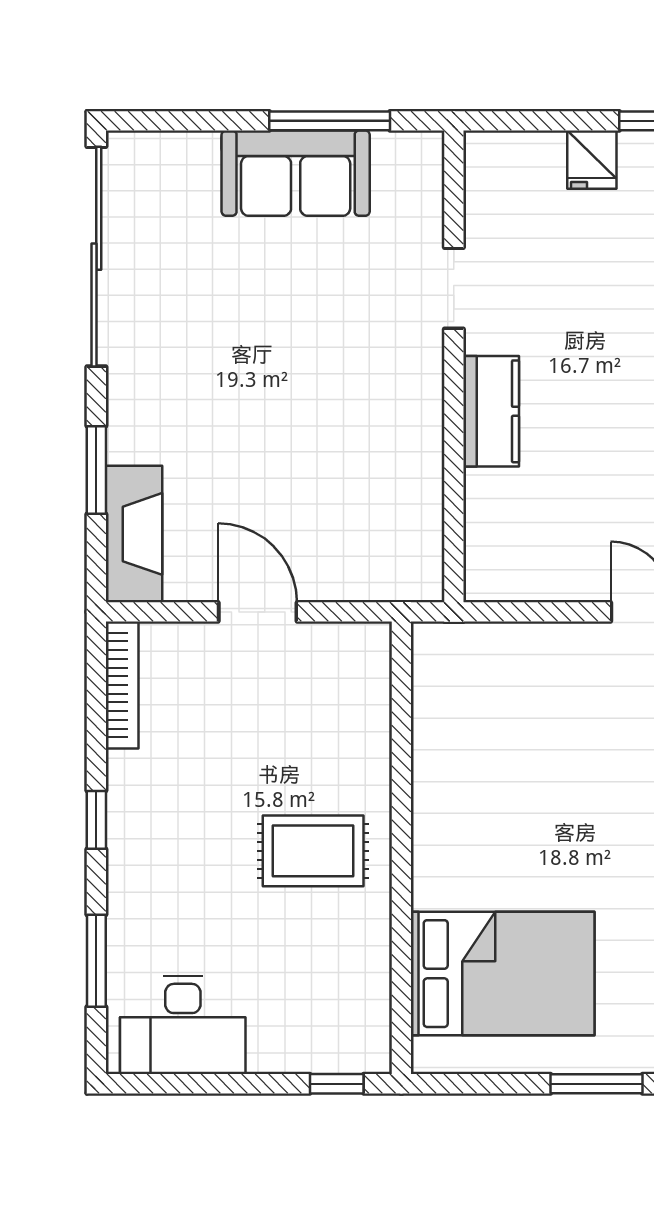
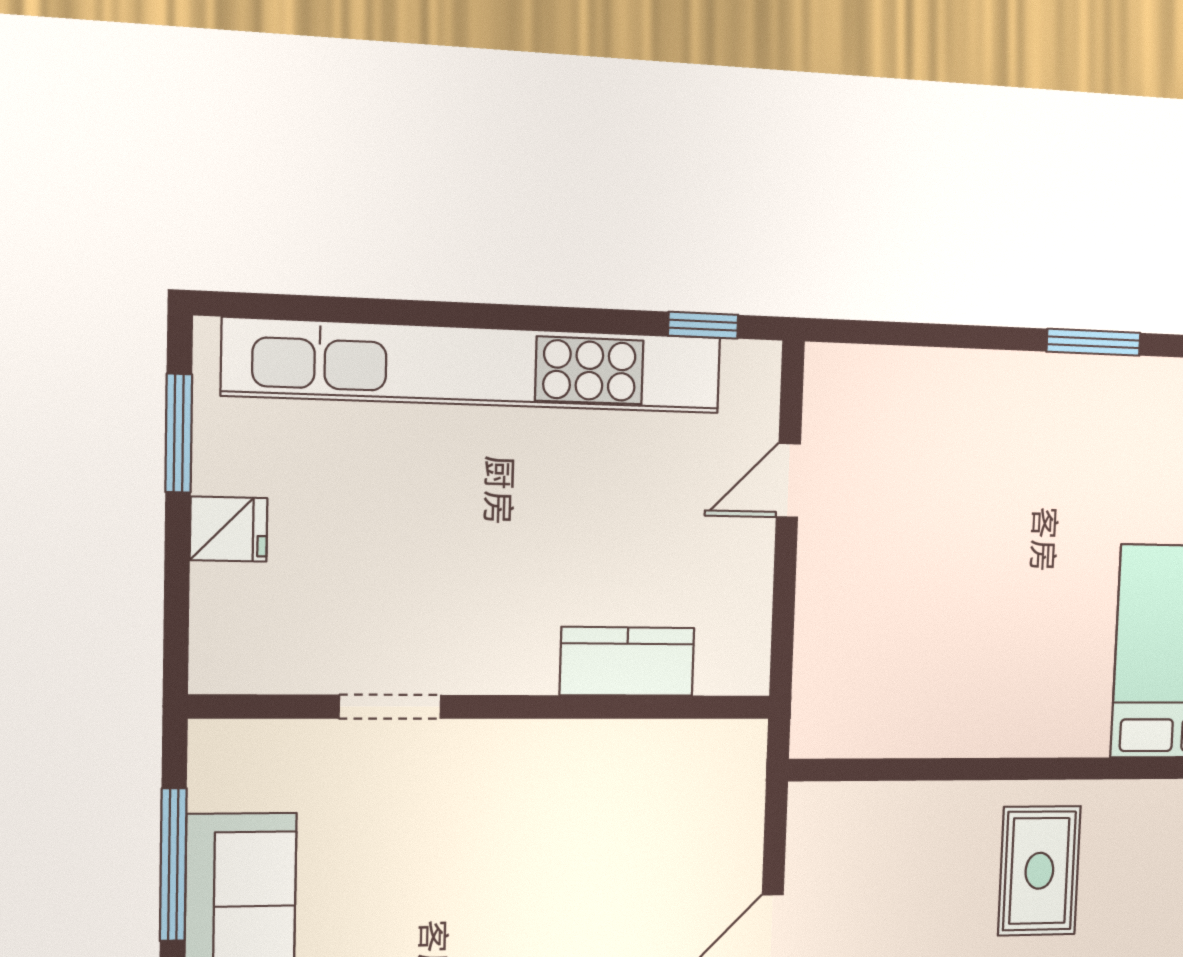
kitchen counter: (491, 411) -> (627, 661), moved

